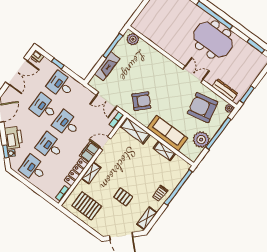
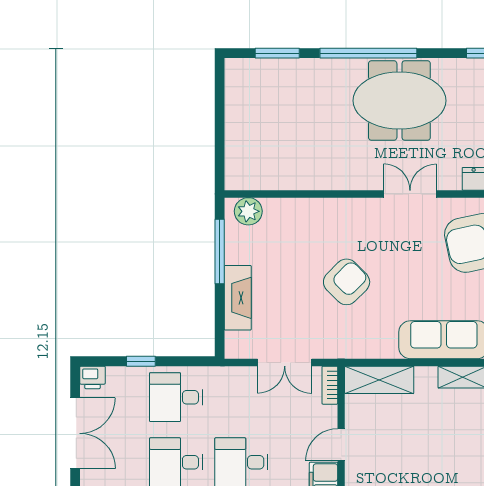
armchair: (141, 101) -> (347, 282), moved

